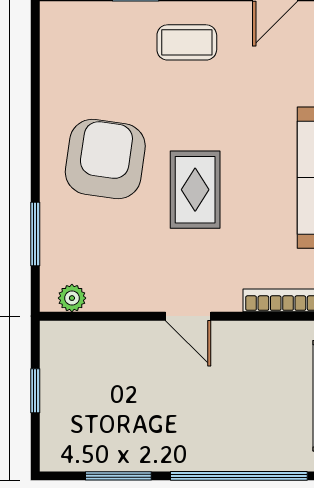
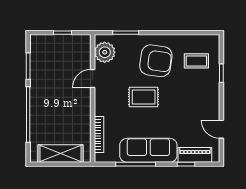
coffee table: (187, 42) -> (196, 61), moved, turned 90
plant: (72, 298) -> (105, 52), width x1.88, depth x1.88
door: (188, 316) -> (93, 79), moved

